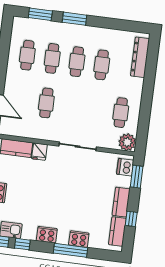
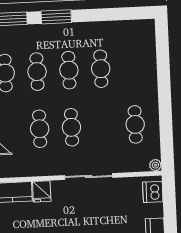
dresser: (140, 57) -> (147, 51), removed
cafe table: (71, 106) -> (71, 127), added
plant: (127, 142) -> (155, 165), width x0.53, depth x0.53
window: (137, 177) -> (169, 201), removed

